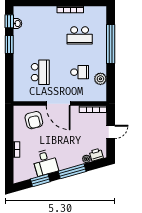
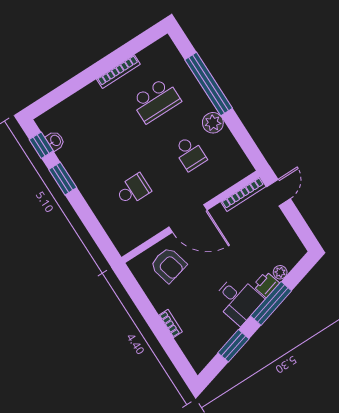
school desk: (40, 72) -> (133, 190), width x0.54
school desk: (80, 72) -> (190, 153), turned 90
plant: (100, 79) -> (213, 123), moved
door: (111, 132) -> (278, 193), moved
printer: (96, 155) -> (266, 284), moved
desk: (45, 162) -> (238, 300), moved

